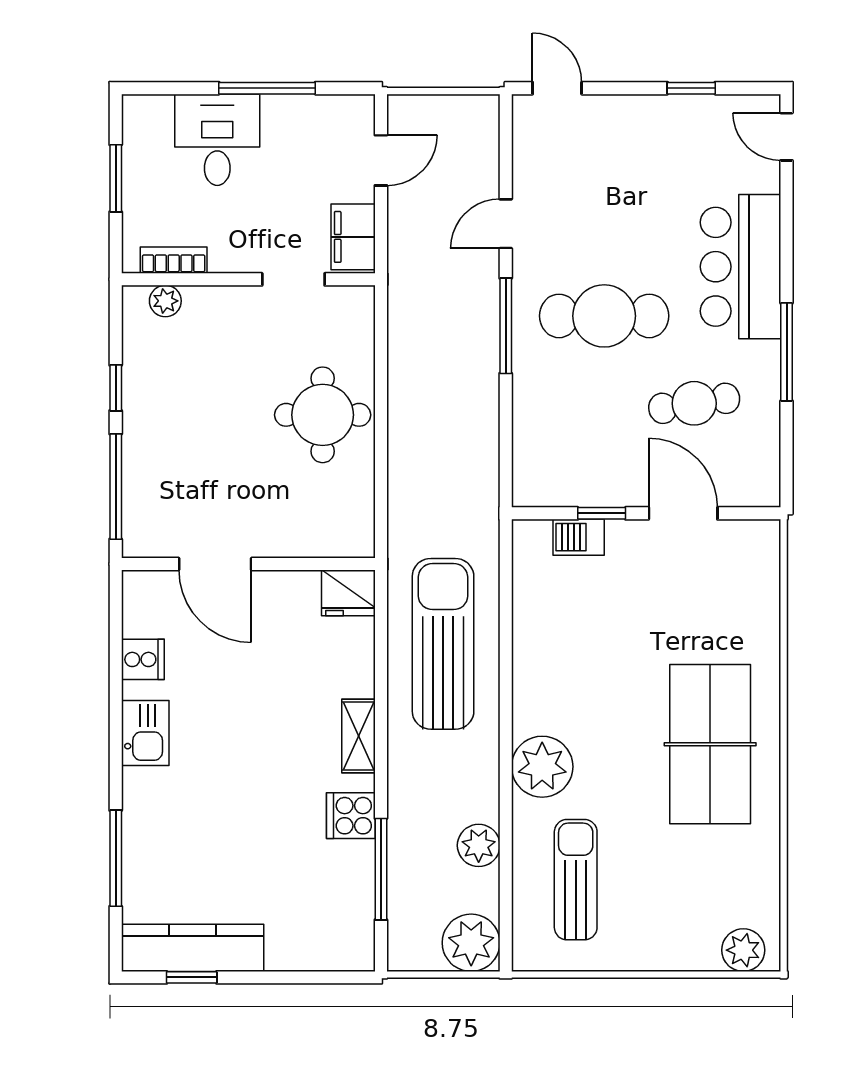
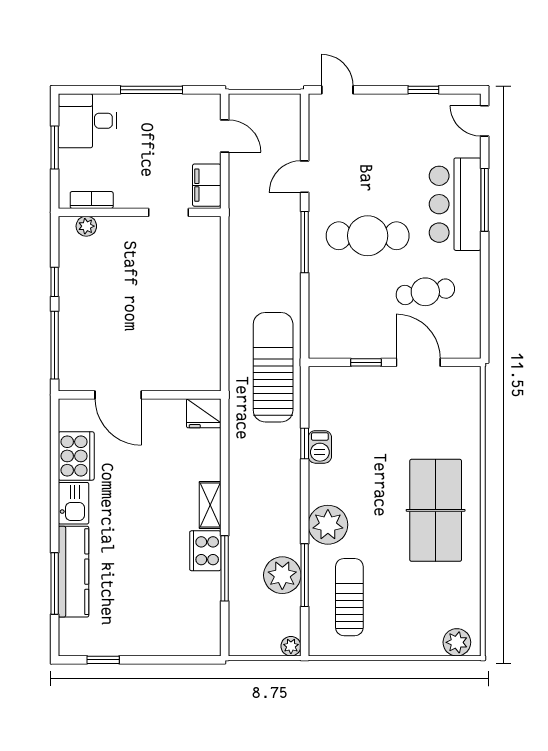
desk: (217, 140) -> (88, 121), moved, turned -90
door: (381, 160) -> (225, 136), hinge flipped
window: (787, 352) -> (485, 200), moved
round table: (323, 415) -> (187, 299), removed
barbecue: (579, 537) -> (320, 447), moved, turned -90
window: (506, 640) -> (305, 443), added
sun lounger: (443, 644) -> (273, 367), moved
cooker: (143, 659) -> (76, 456), width x1.87, depth x1.31
cooker: (351, 816) -> (205, 551), width x1.36
plant: (479, 845) -> (282, 575), width x1.36, depth x1.36
window: (506, 845) -> (305, 575), added
window: (381, 869) -> (225, 568), moved
plant: (471, 943) -> (291, 646), width x0.53, depth x0.53
kitchen counter: (193, 948) -> (73, 572), moved, turned 90

